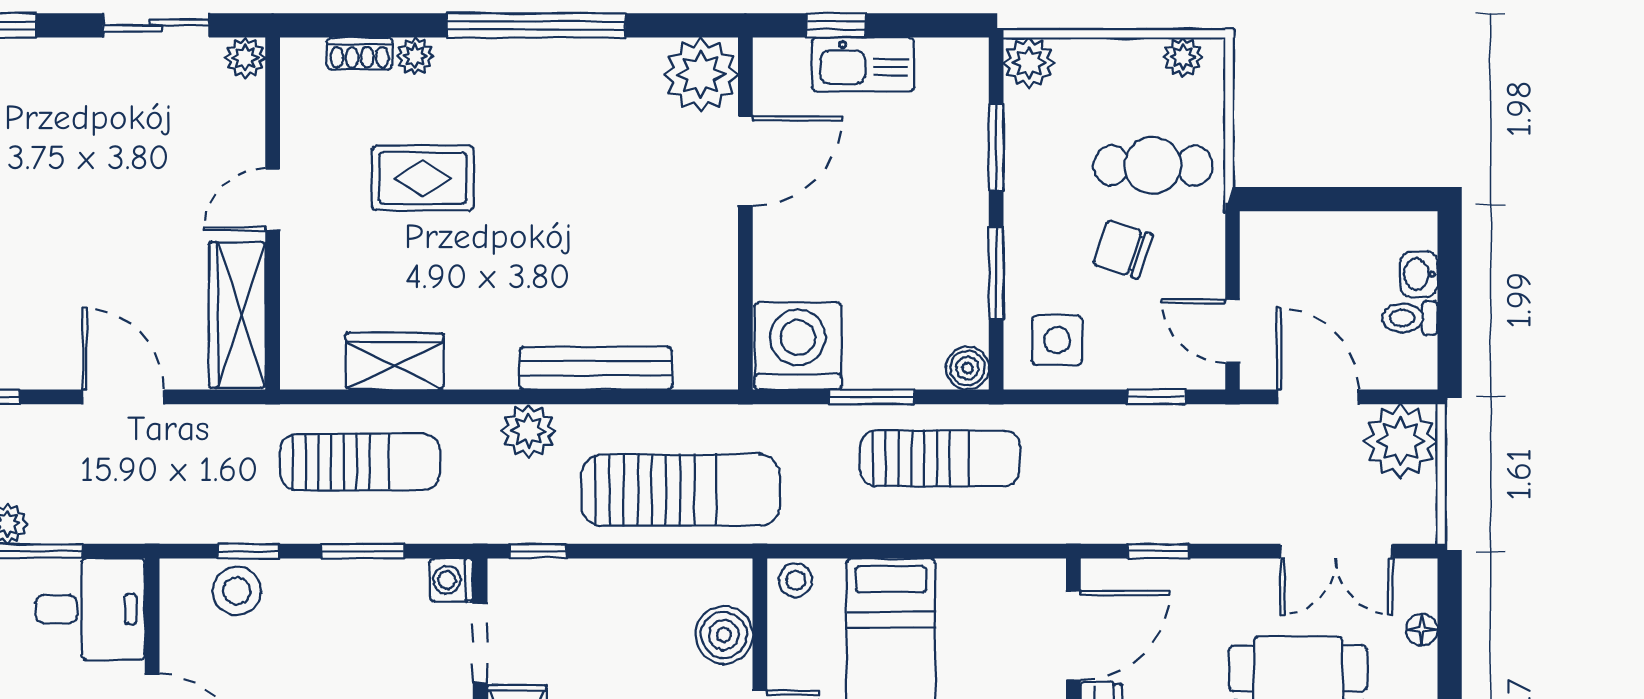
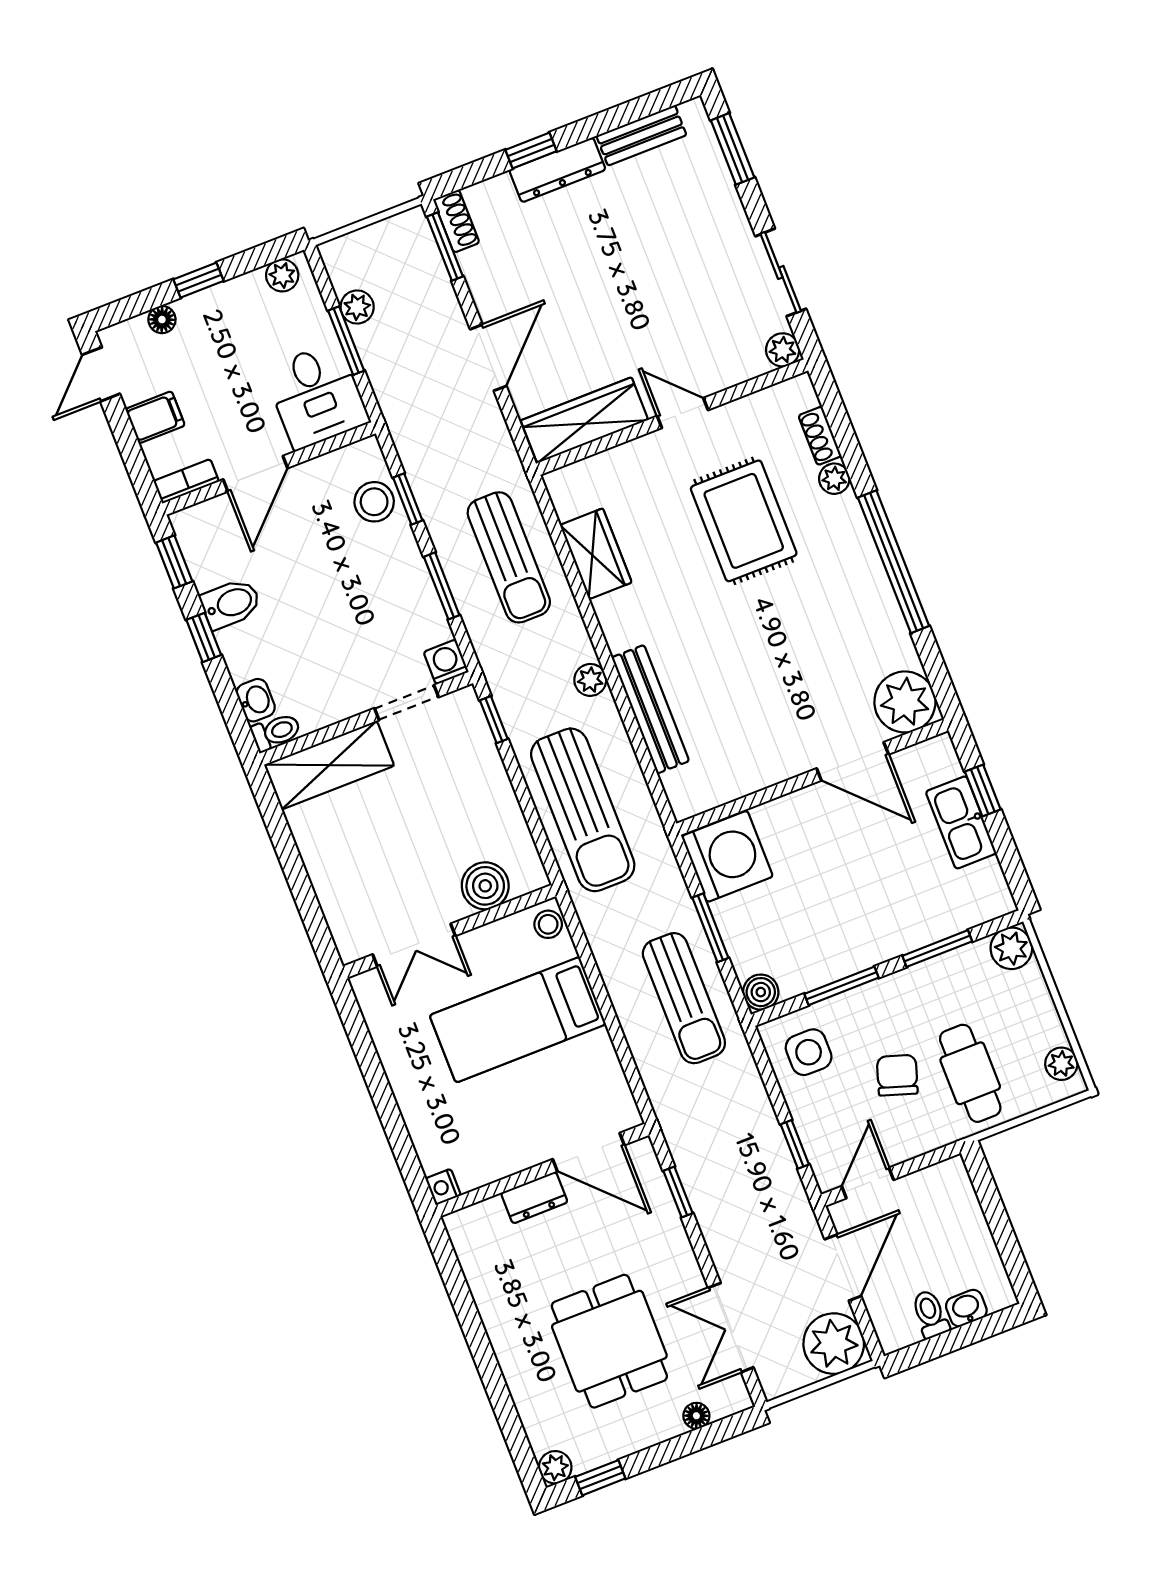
rug: (423, 178) -> (744, 521), width x1.36, depth x1.43
plant: (529, 431) -> (590, 680), width x0.73, depth x0.73

